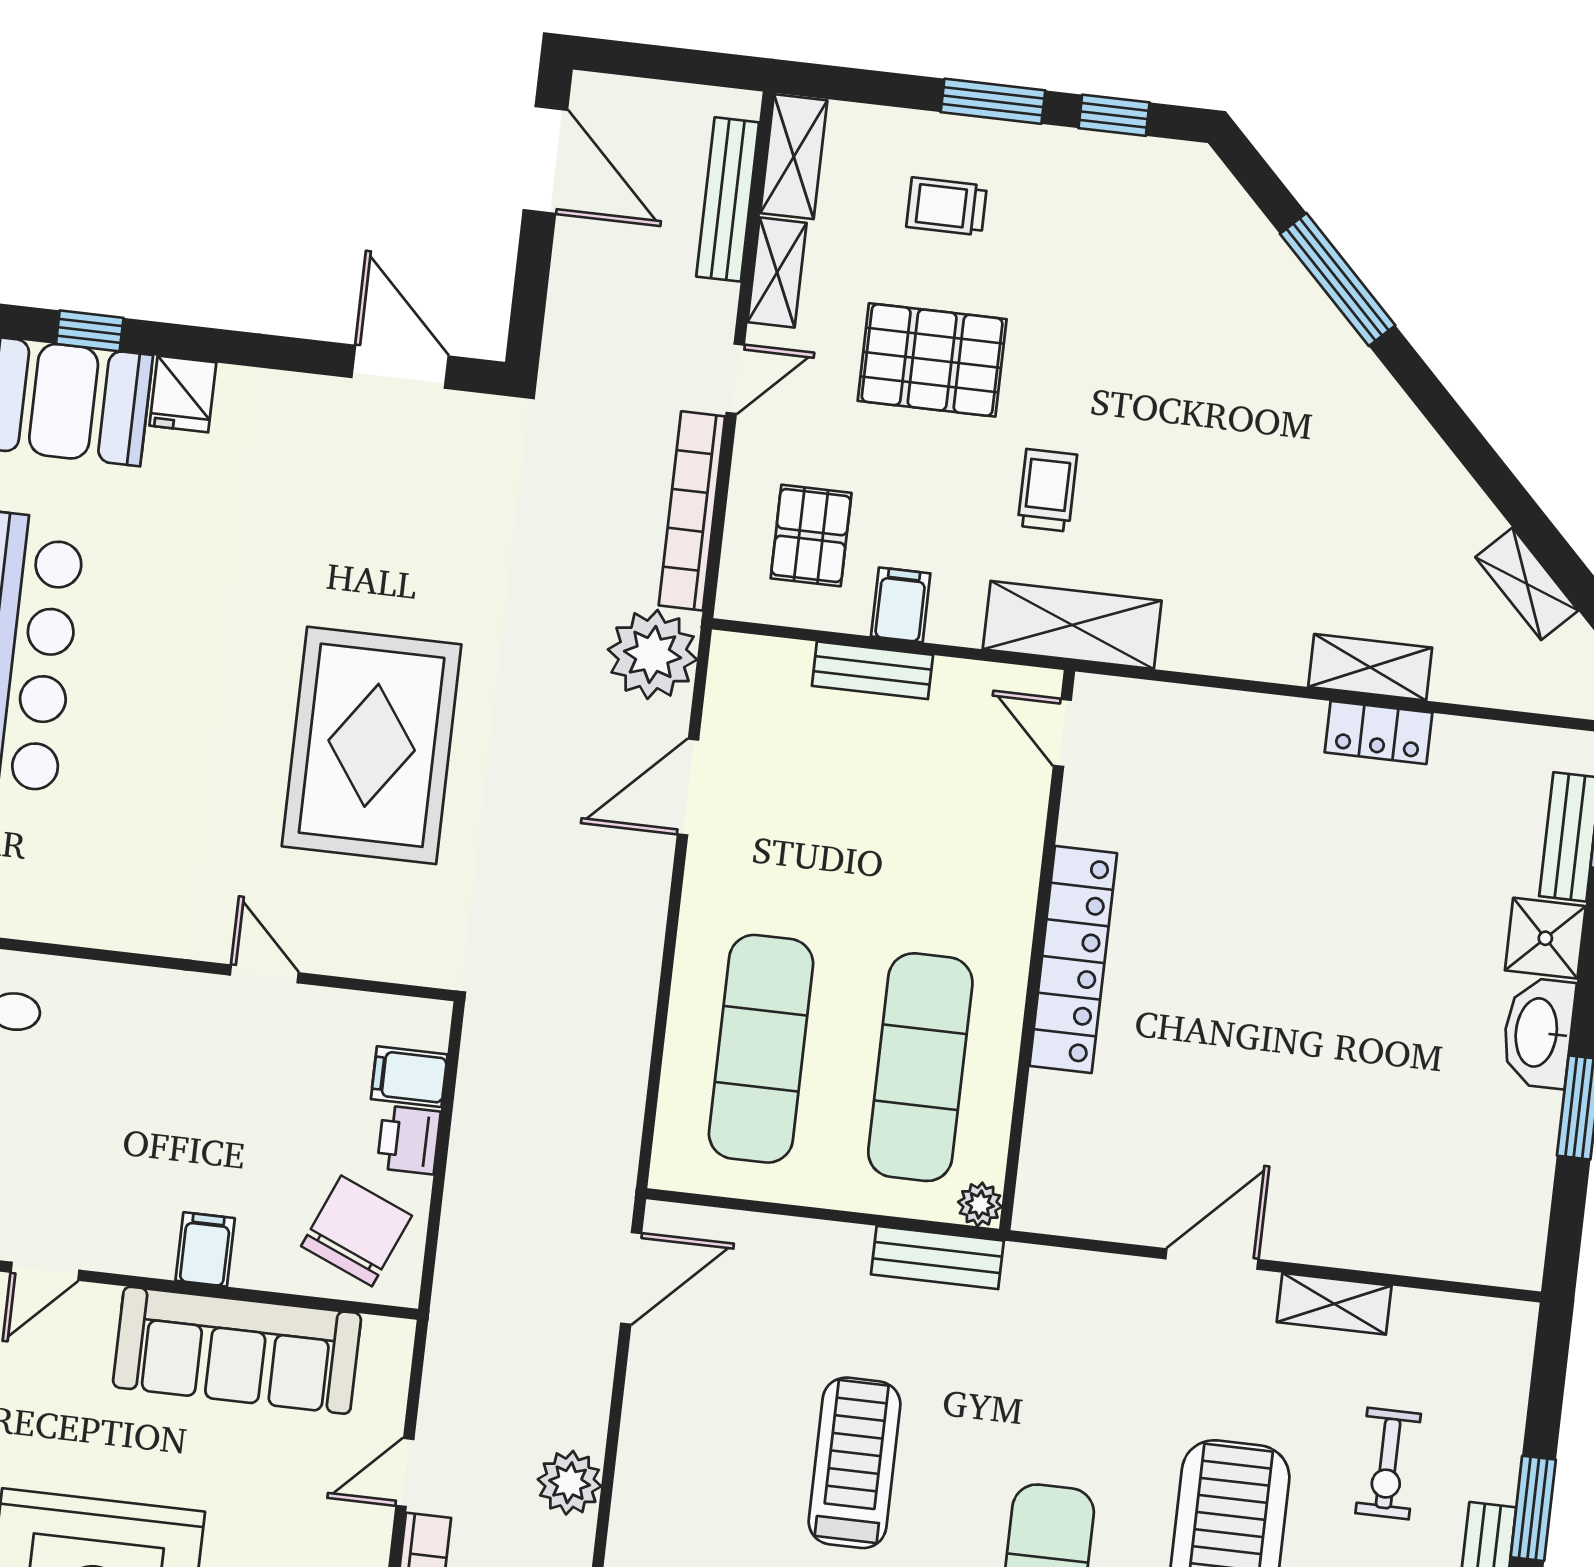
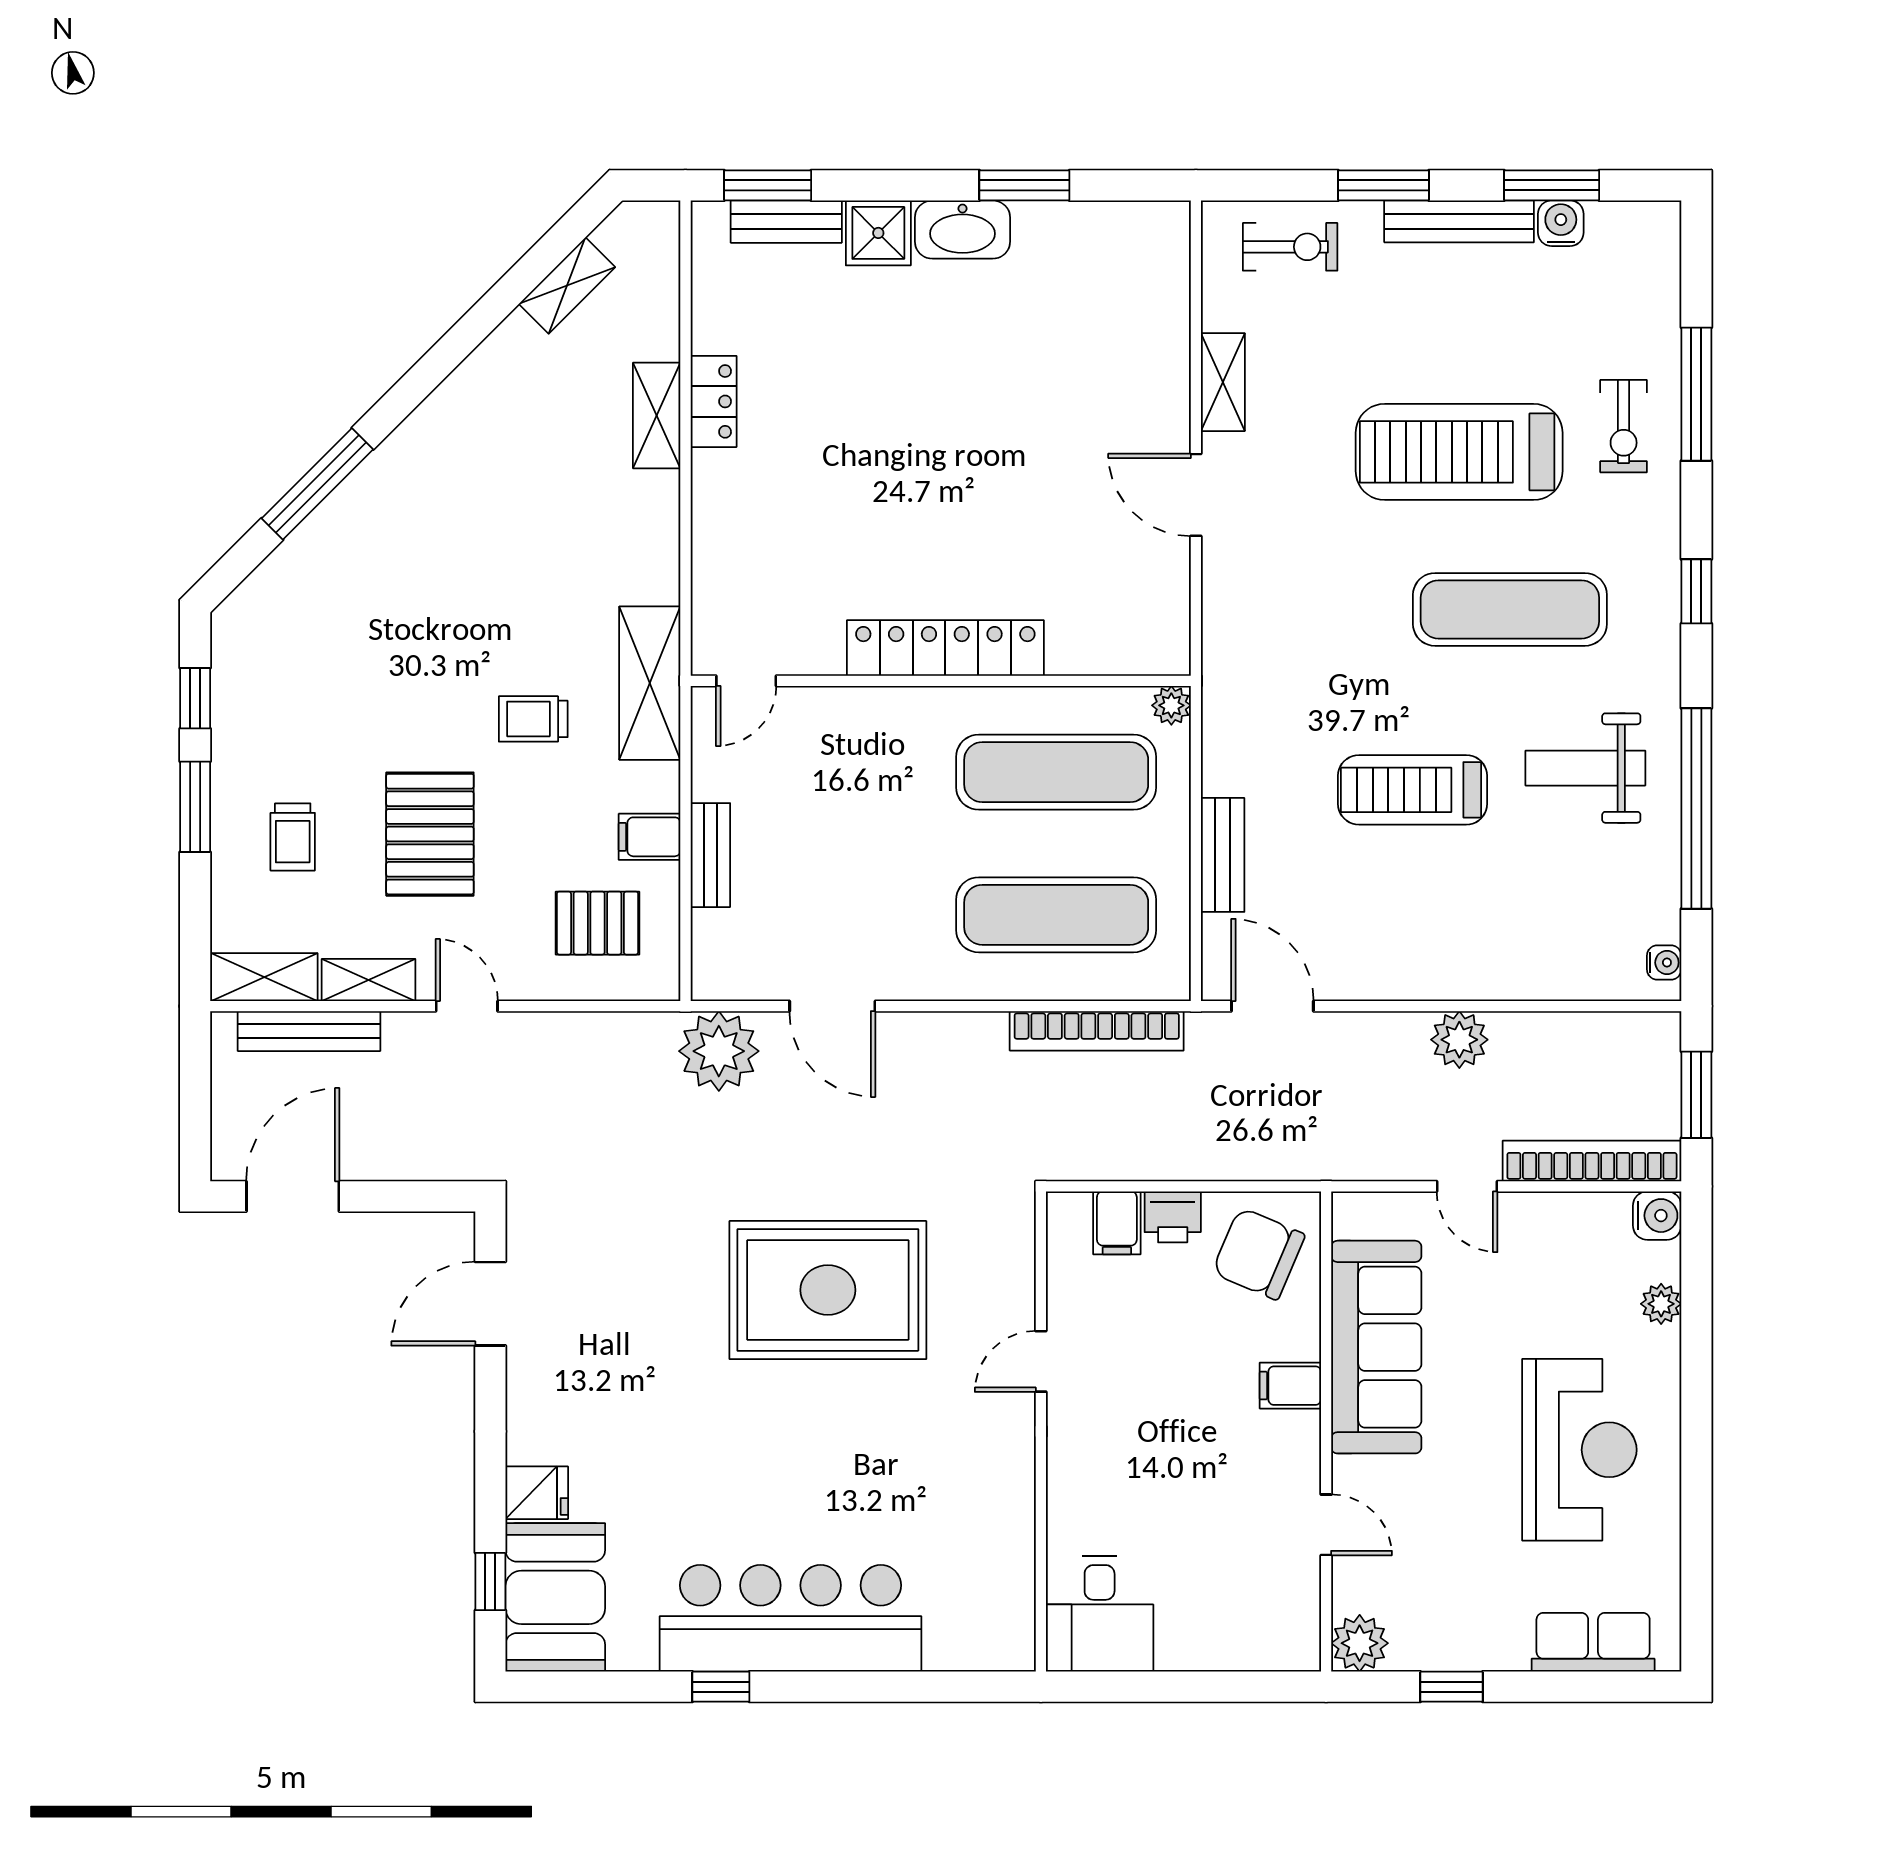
bookcase: (692, 511) -> (1097, 1031), moved
bench: (937, 1258) -> (1223, 855), moved
exercise bike: (1388, 1463) -> (1290, 247), moved

